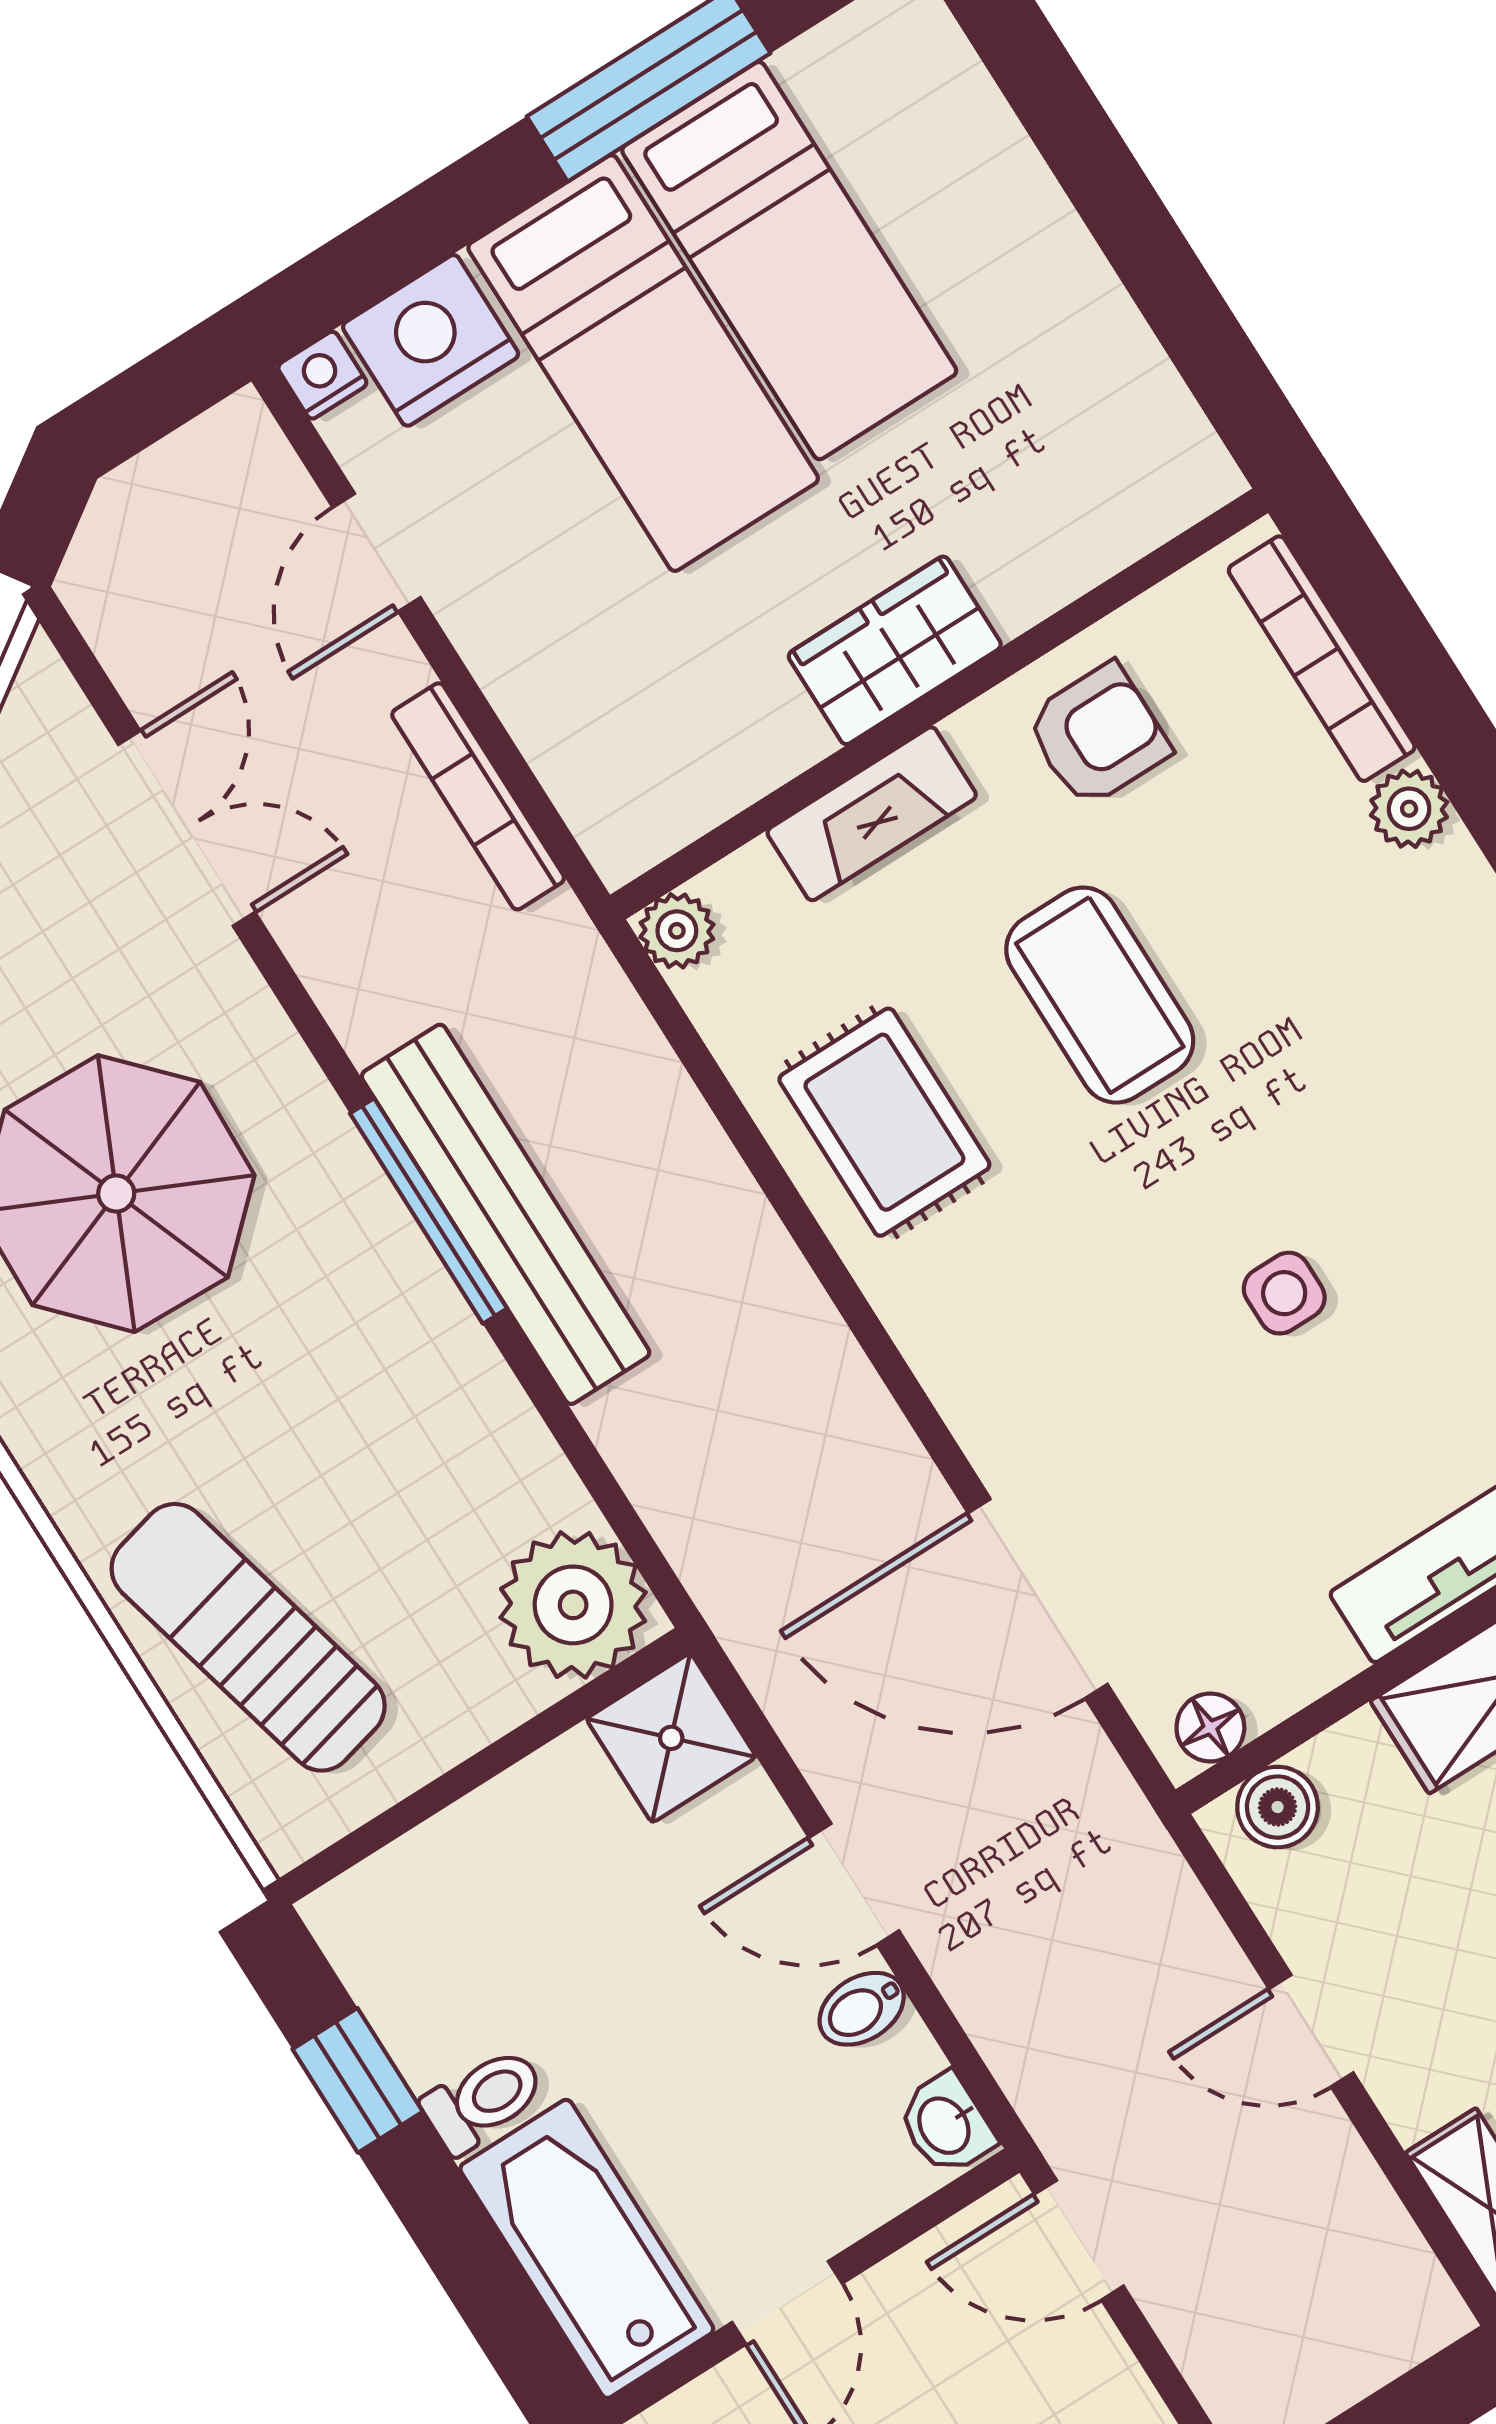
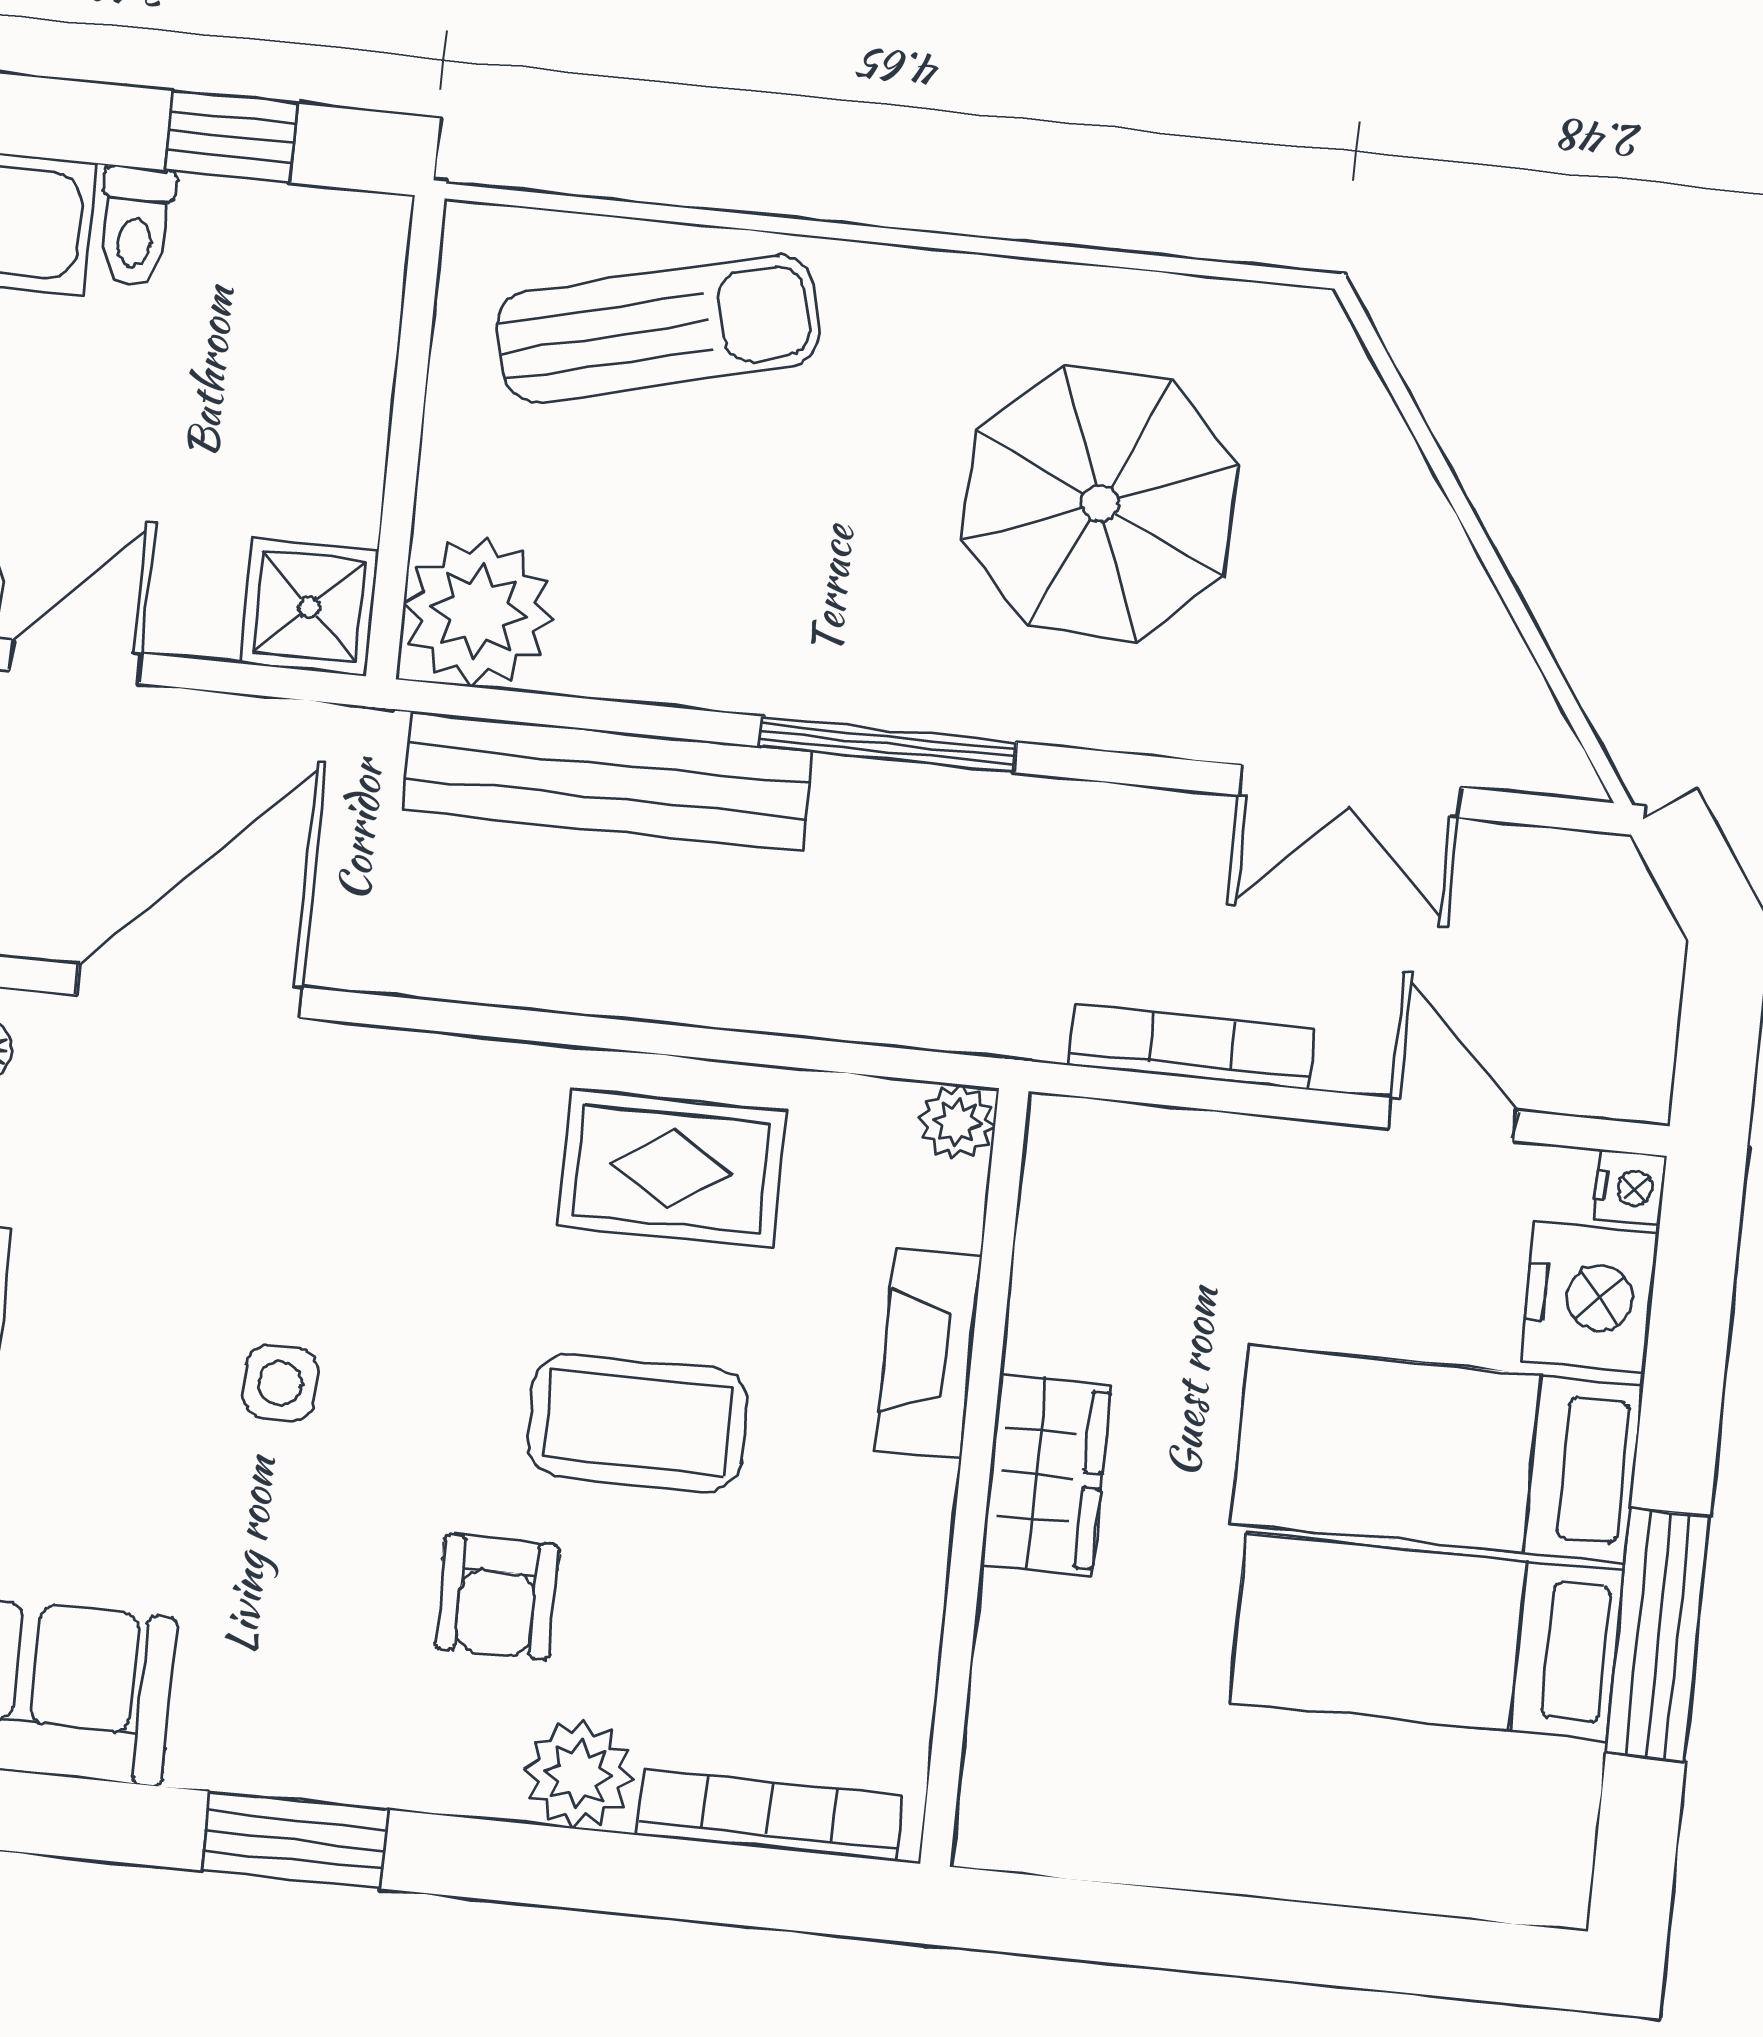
armchair: (1098, 735) -> (497, 1597), moved
plant: (1409, 809) -> (579, 1774), width x1.38, depth x1.38
bench: (506, 1214) -> (608, 781), moved

